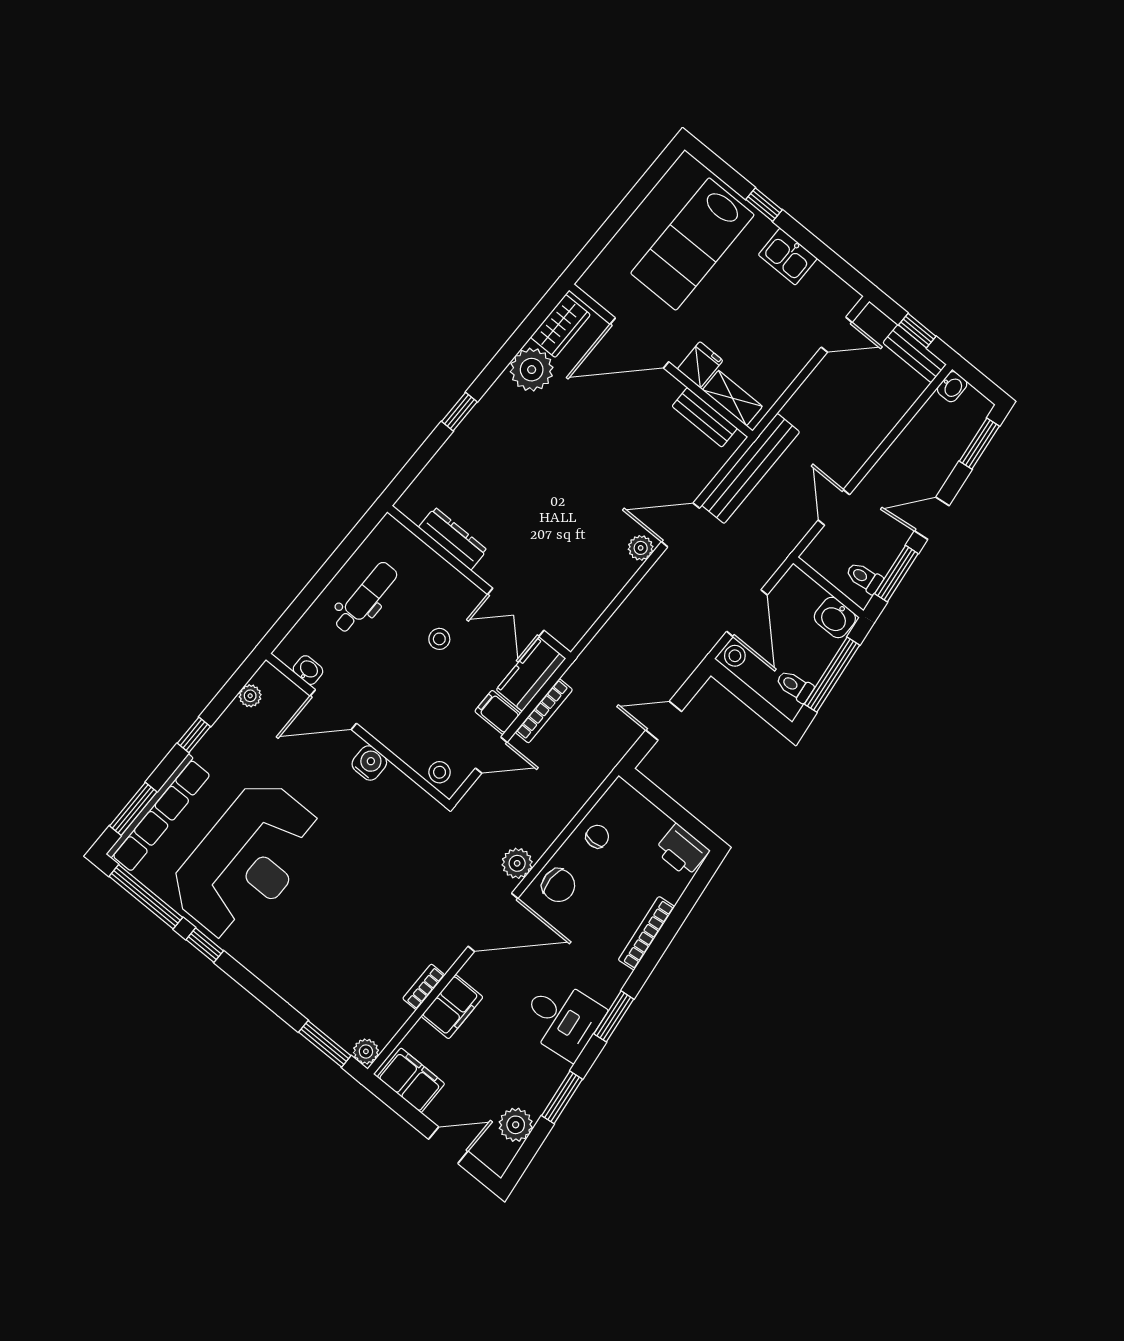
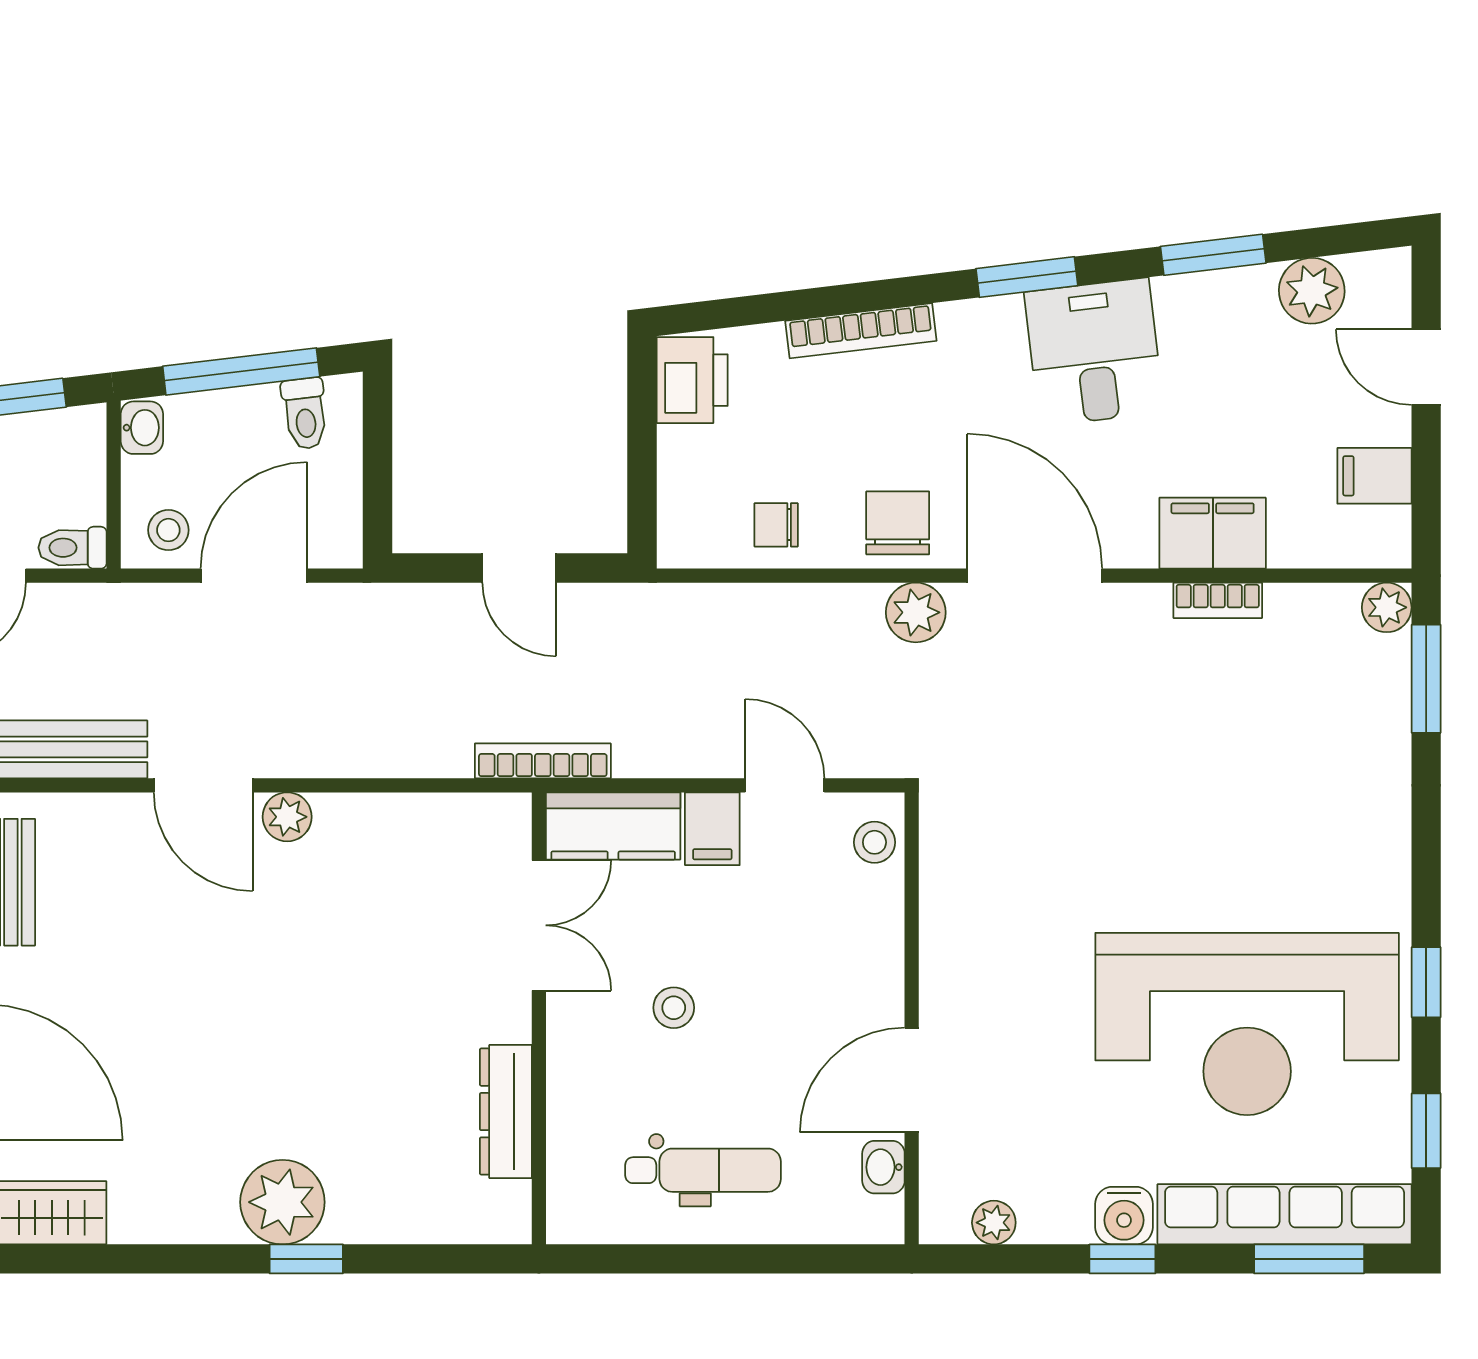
plant: (532, 370) -> (282, 1202), moved
toilet: (864, 578) -> (73, 548), moved, turned 97
dental chair: (365, 598) -> (703, 1170), turned 180
washbasin: (835, 617) -> (142, 428), width x0.72, depth x0.69
stool: (735, 656) -> (168, 530), moved
door: (333, 710) -> (912, 1080), swing flipped
bookcase: (544, 711) -> (543, 761), moved
water cooler: (369, 763) -> (1124, 1216), moved, turned -90
reception desk: (246, 861) -> (1247, 1024), turned 180
window: (146, 897) -> (1426, 1131), width x0.46
filing cabinet: (411, 1080) -> (1374, 476), width x0.50

